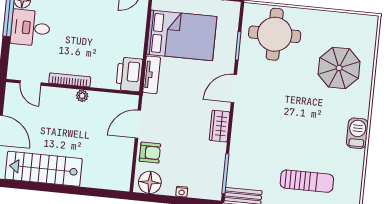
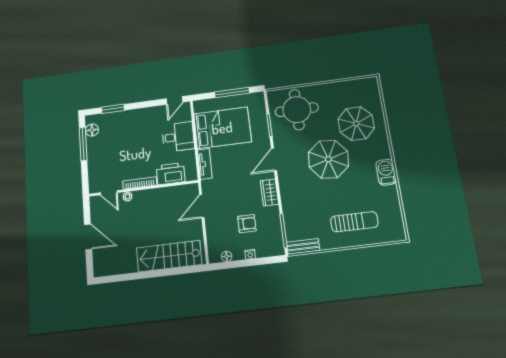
desk: (30, 28) -> (178, 137), moved, turned 180
printer: (129, 74) -> (171, 174), moved, turned 90
plant: (82, 96) -> (127, 197), moved
parasol: (296, 103) -> (328, 159), added
armchair: (150, 153) -> (247, 224), moved
stairs: (44, 169) -> (169, 256), moved
floor lamp: (150, 182) -> (227, 256), width x0.53, depth x0.53

